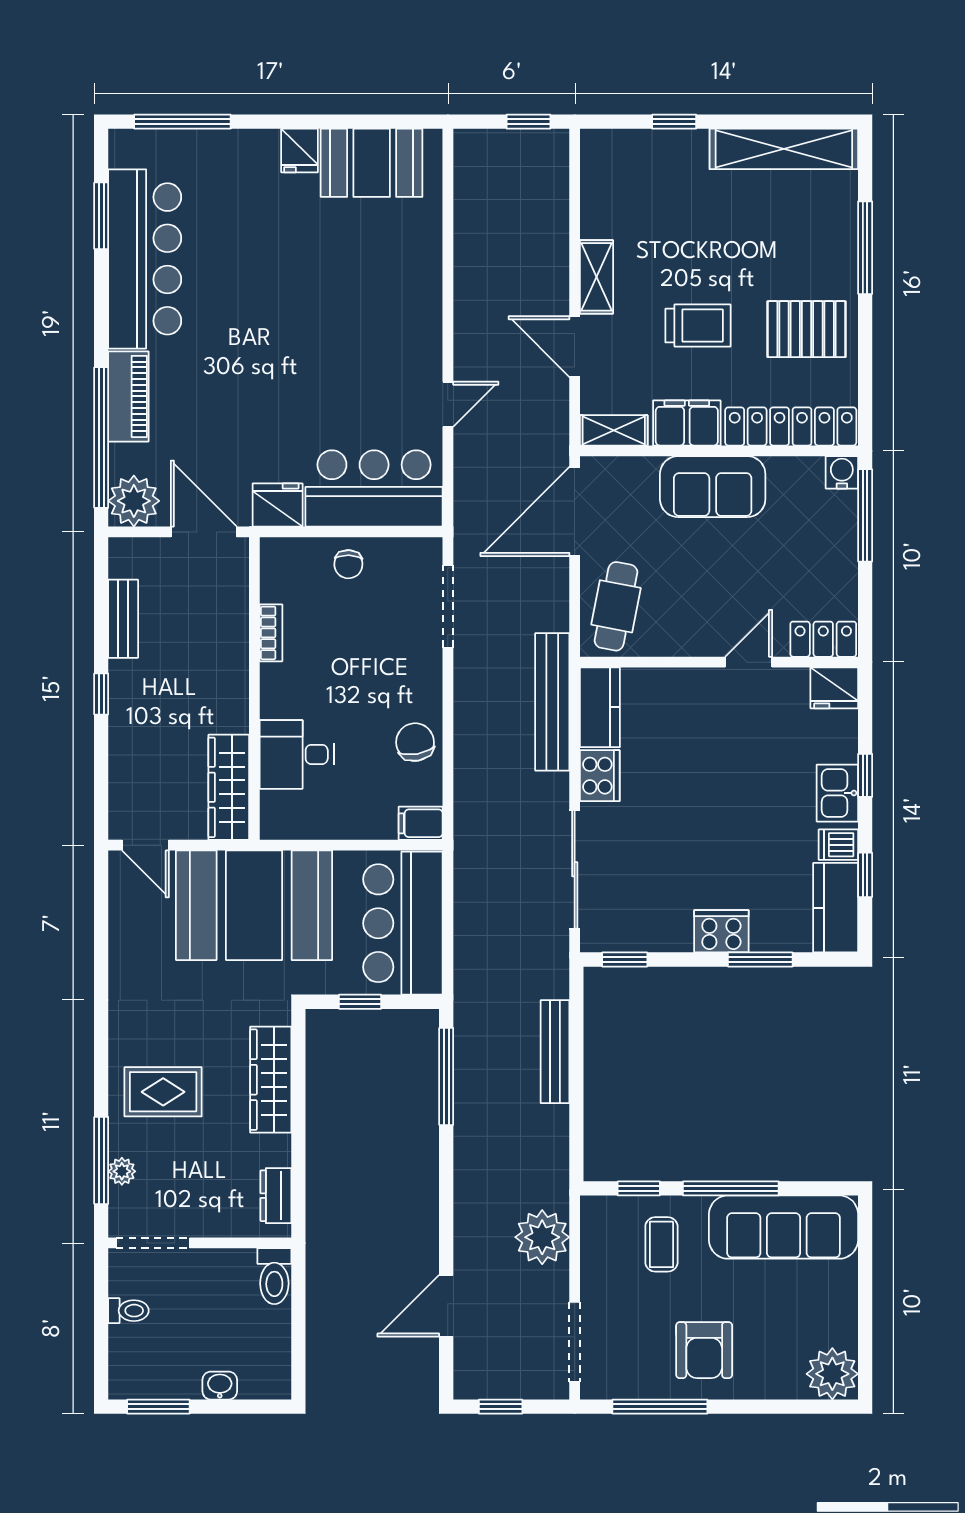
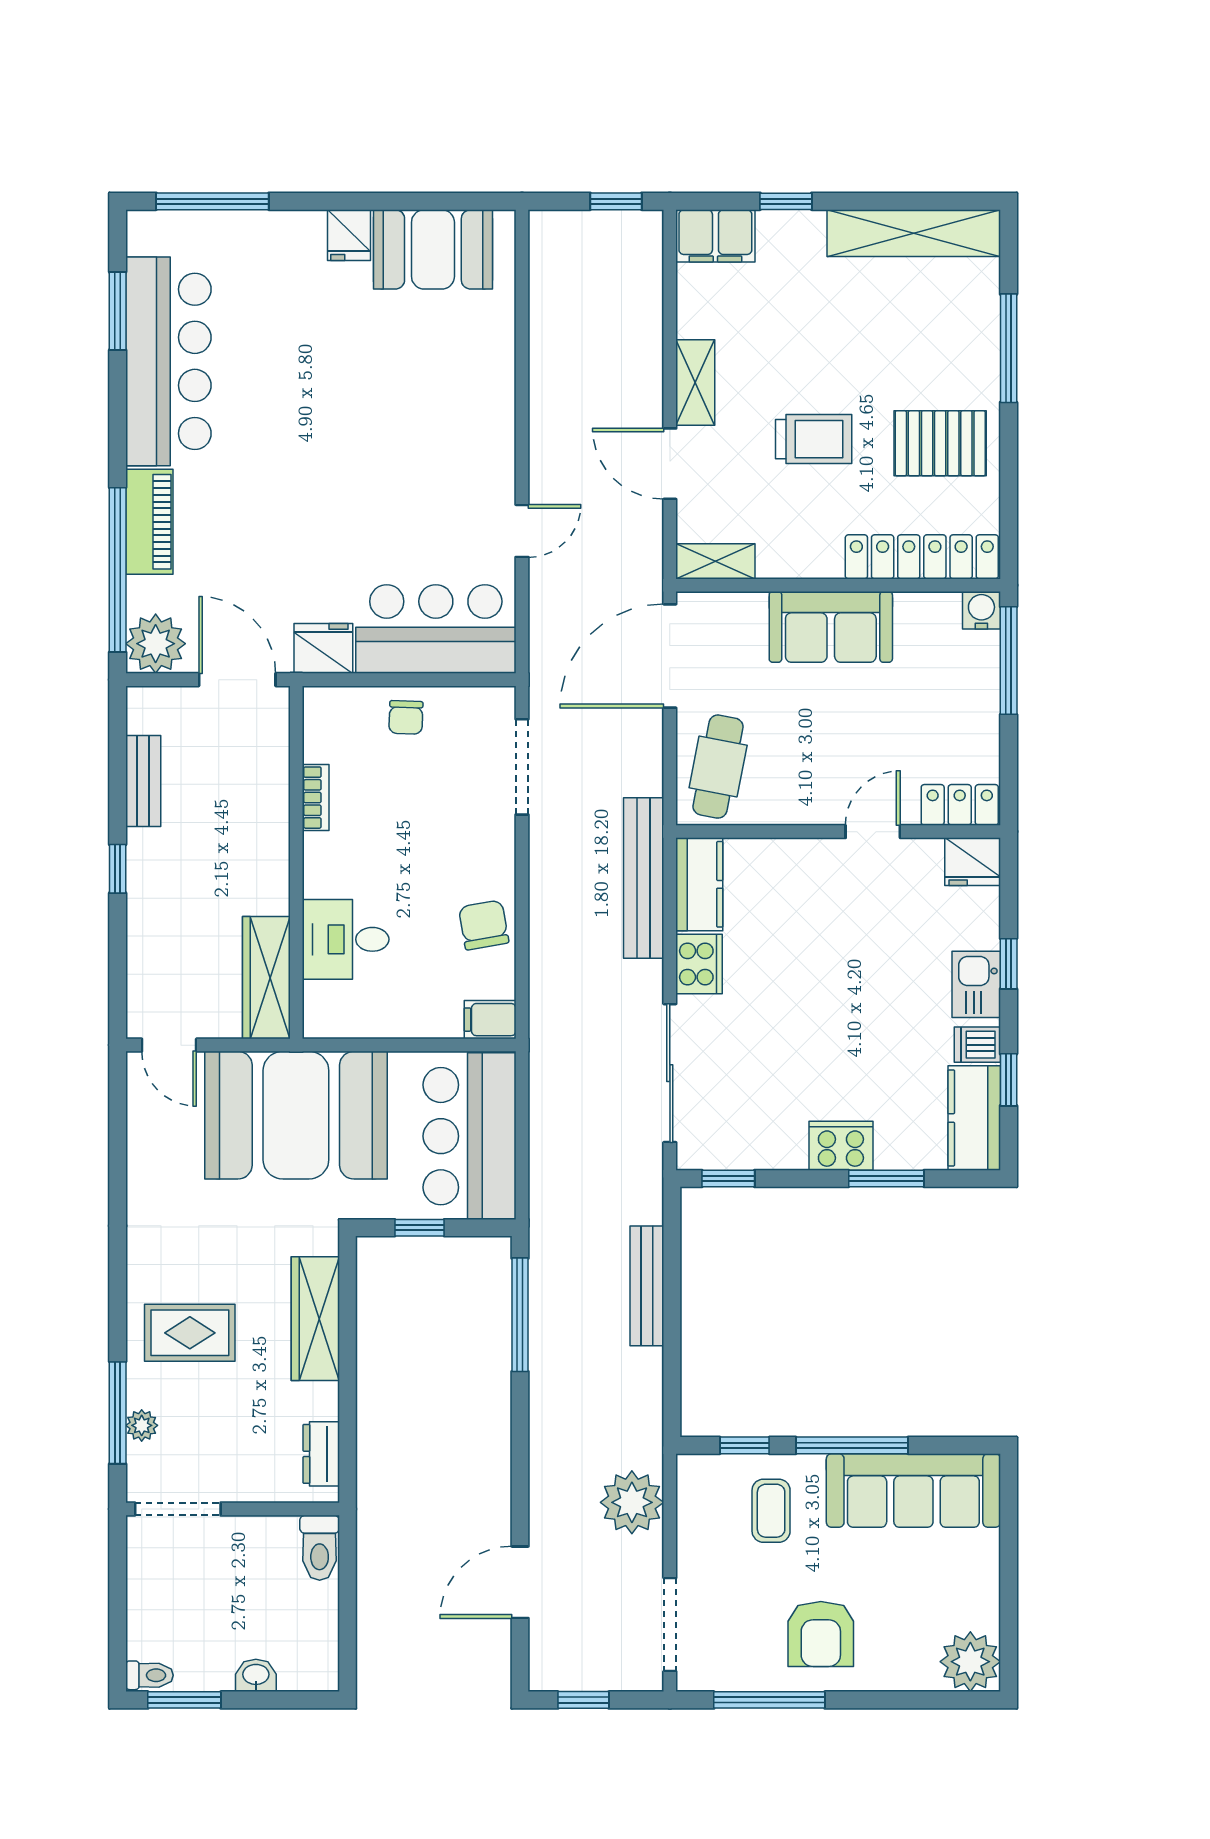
filing cabinet: (687, 423) -> (715, 236), moved, turned 180
toilet: (128, 1311) -> (149, 1675), moved

